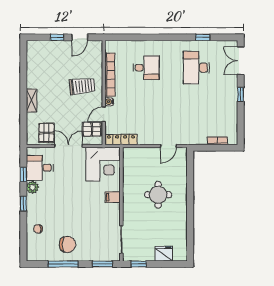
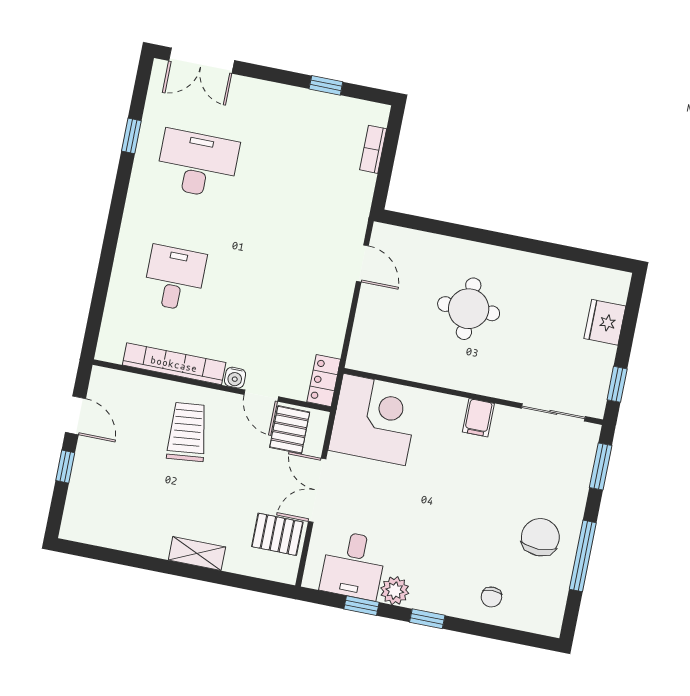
desk: (196, 68) -> (197, 164), turned 180
window: (241, 94) -> (326, 85), moved
locker: (121, 139) -> (324, 381), width x0.66
filing cabinet: (113, 197) -> (478, 418), moved

